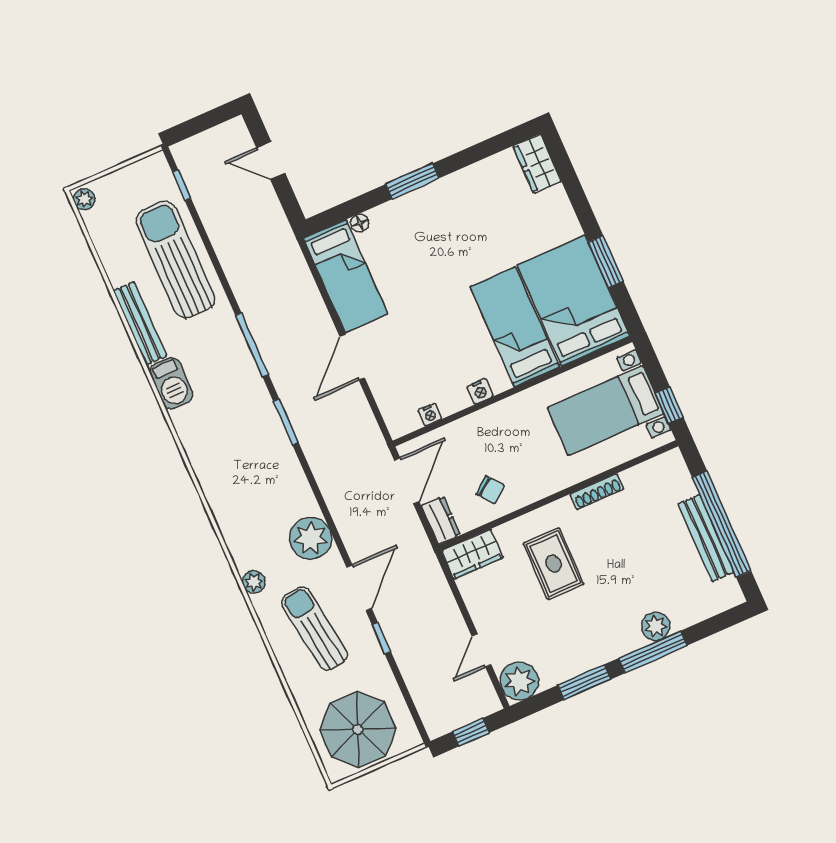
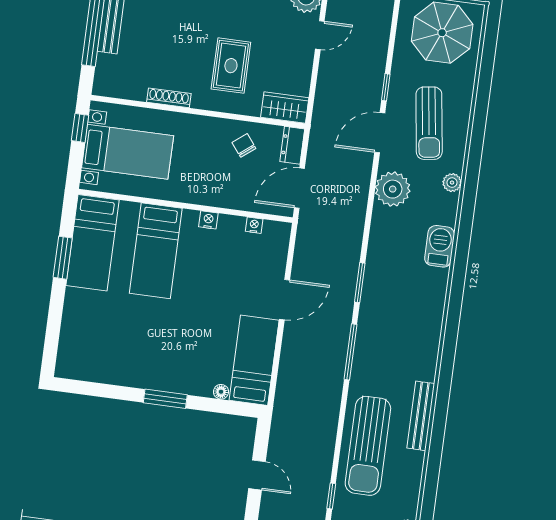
wardrobe: (537, 164) -> (69, 357), removed
bed: (573, 300) -> (92, 243), width x0.67
barbecue: (171, 383) -> (440, 246), moved

